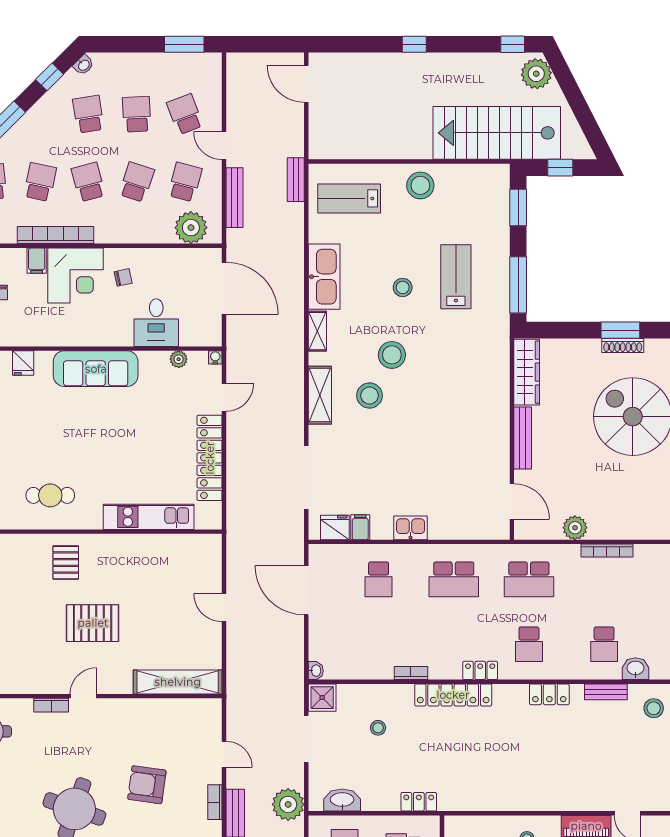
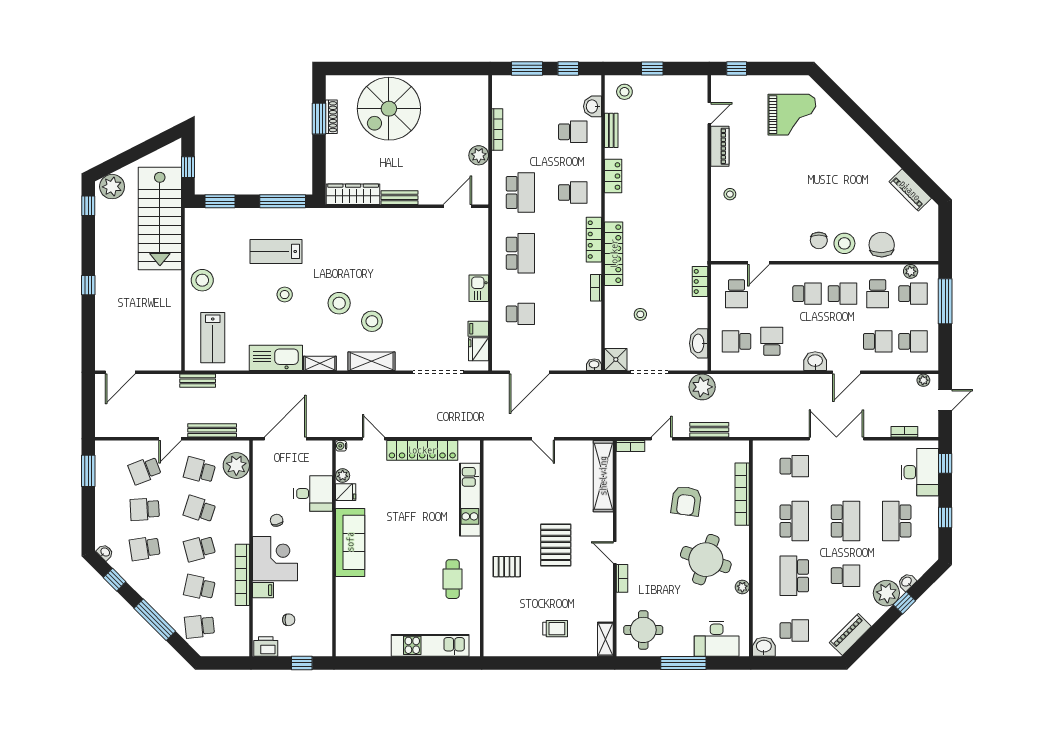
fridge: (23, 363) -> (346, 492), moved
bench: (523, 438) -> (399, 198), width x0.73
door: (224, 608) -> (543, 439), hinge flipped
locker: (480, 670) -> (594, 240), width x1.53
bookcase: (215, 802) -> (630, 446), moved

